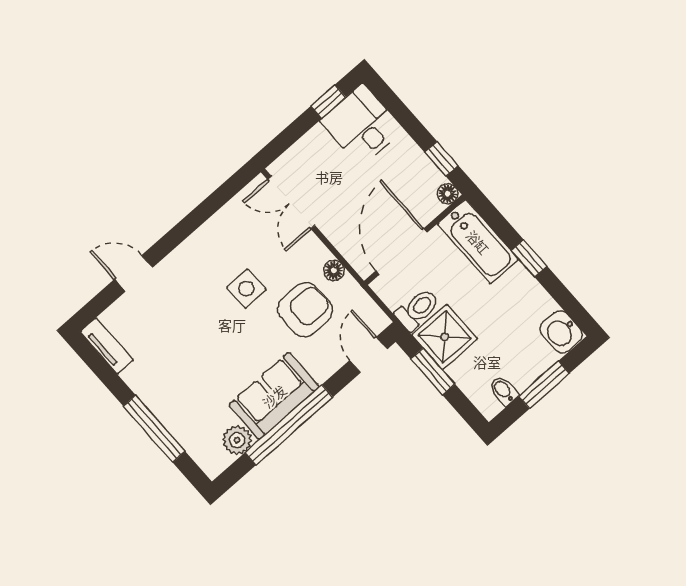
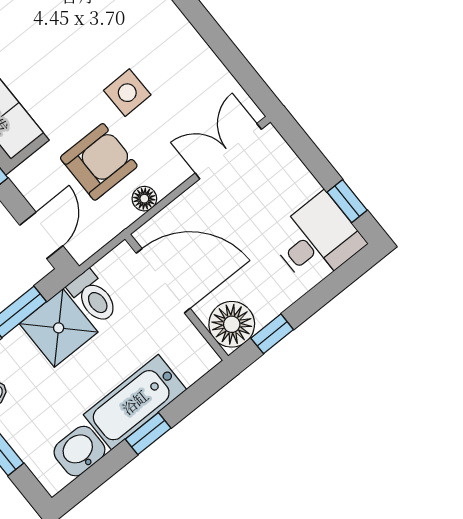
floor lamp: (448, 194) -> (232, 324), width x1.89, depth x1.89
bathtub: (478, 242) -> (135, 402), moved
armchair: (305, 310) -> (99, 162), turned -90
washbasin: (561, 332) -> (79, 451), moved
door: (368, 355) -> (41, 235), hinge flipped

